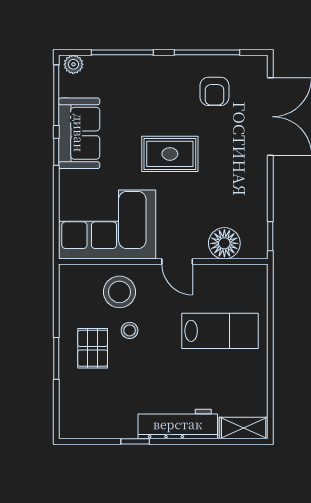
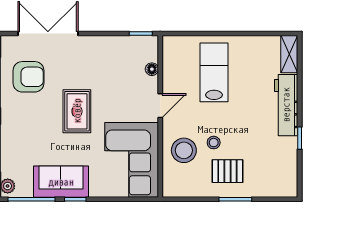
armchair: (214, 91) -> (29, 77), width x1.38, depth x1.38
floor lamp: (224, 243) -> (152, 69), width x0.53, depth x0.53

